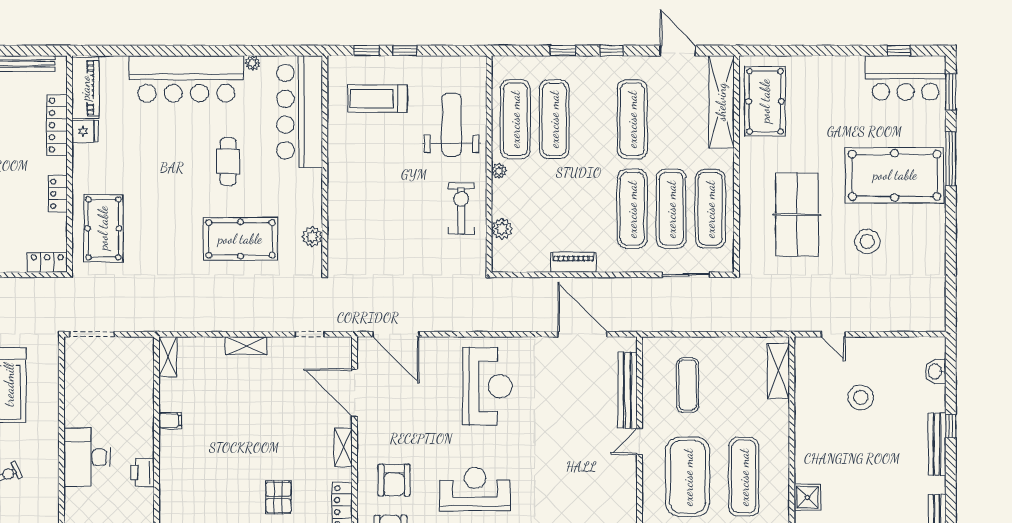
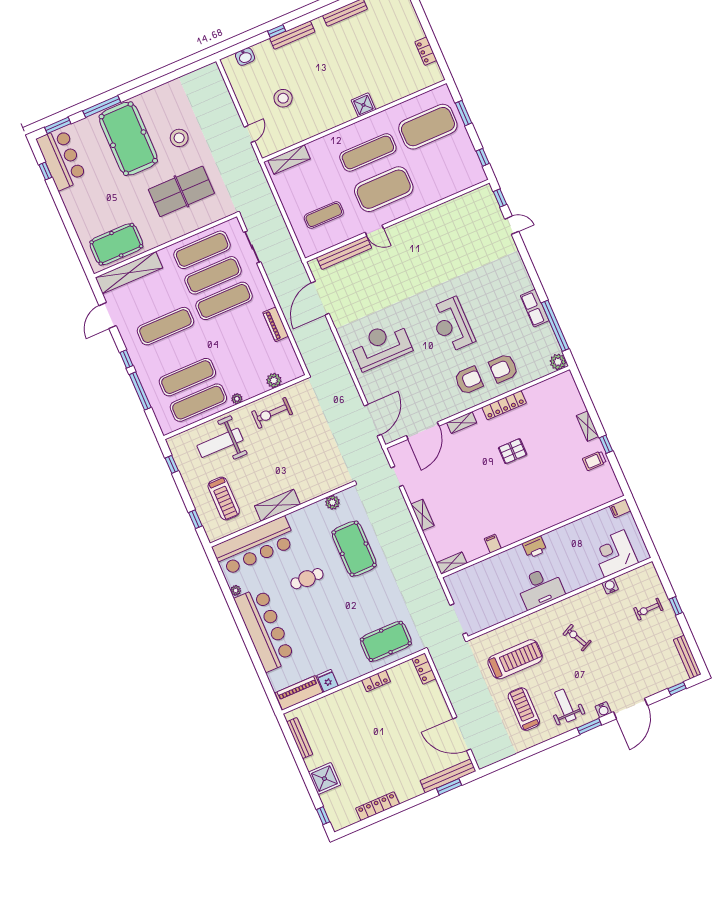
window: (405, 51) -> (172, 464), moved
window: (563, 51) -> (140, 391), width x2.17
locker: (57, 125) -> (331, 701), removed
shelving: (339, 164) -> (277, 505), added

